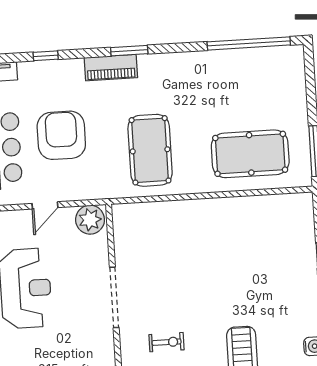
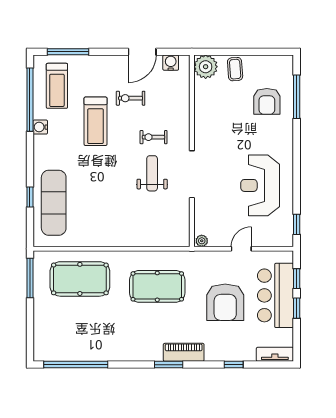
pool table: (150, 150) -> (157, 286), turned 90
plant: (90, 220) -> (202, 241), width x0.53, depth x0.53
exercise mat: (290, 250) -> (54, 203), added
weight bench: (166, 295) -> (152, 173), added

